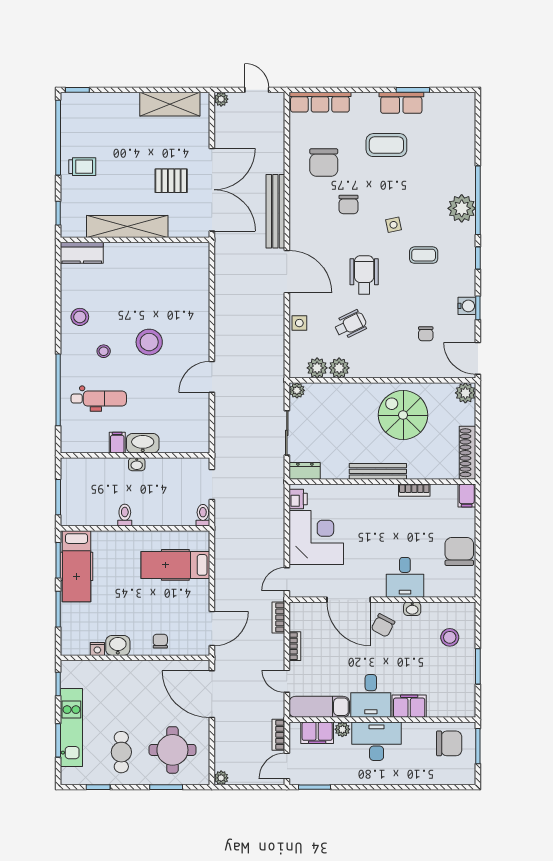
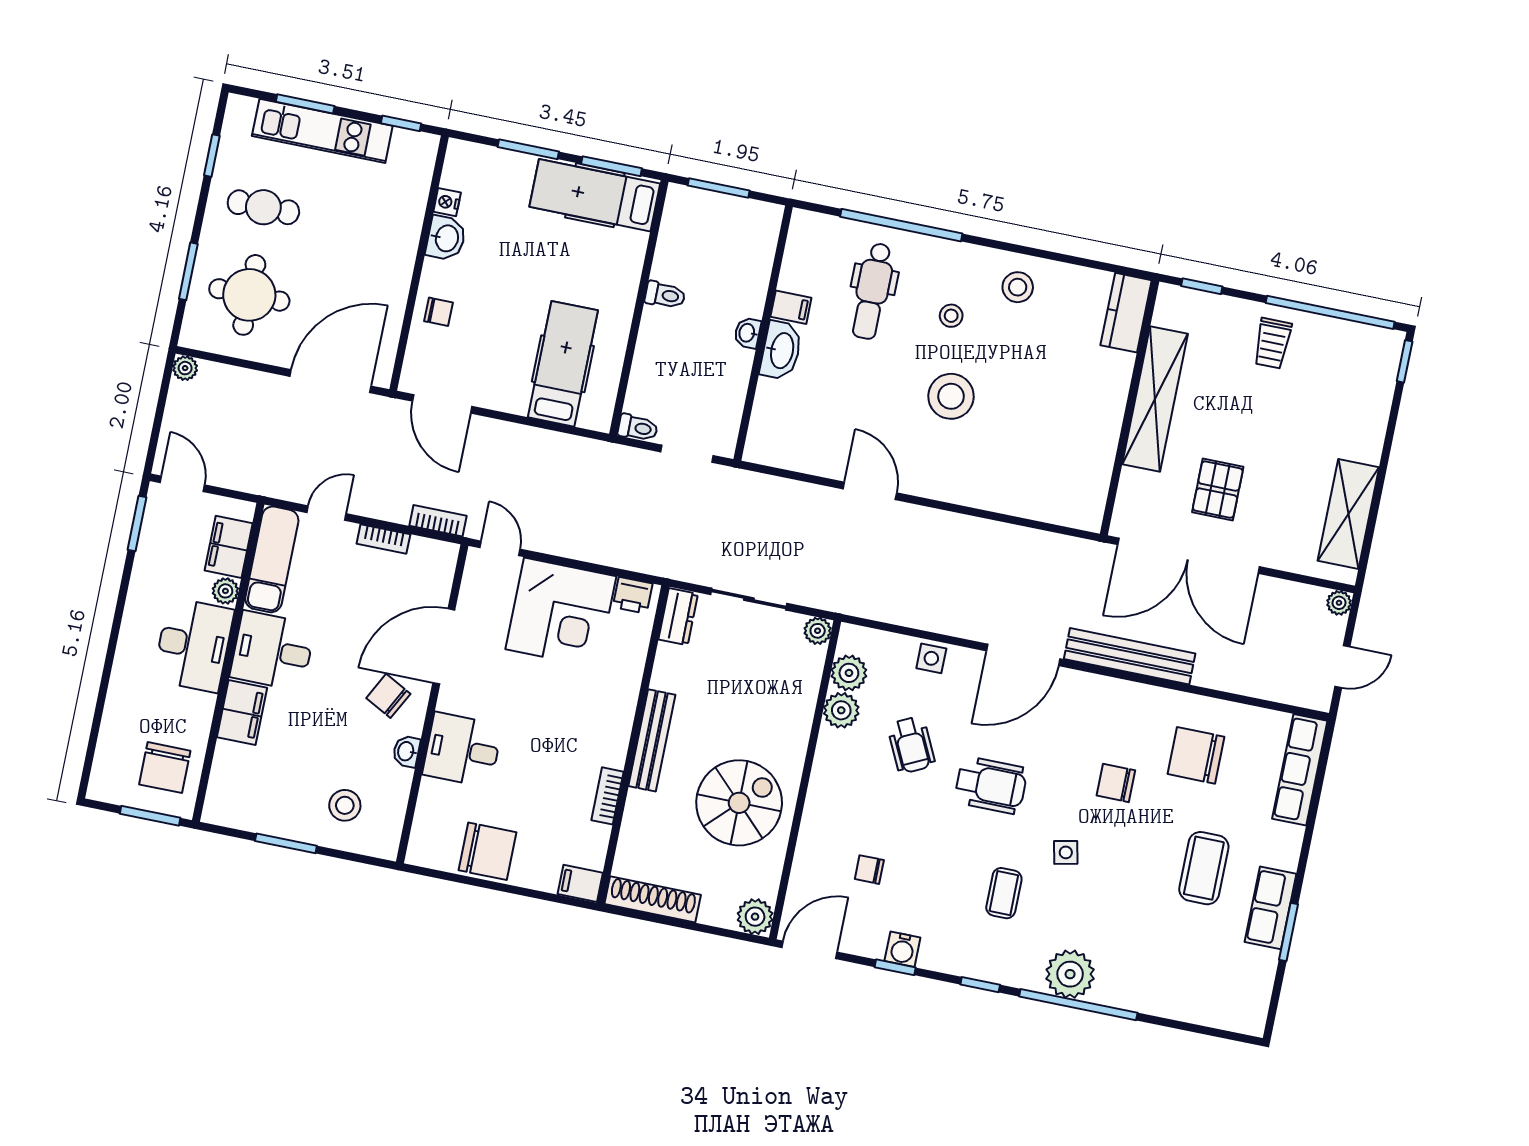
bookcase: (278, 735) -> (238, 480), removed

